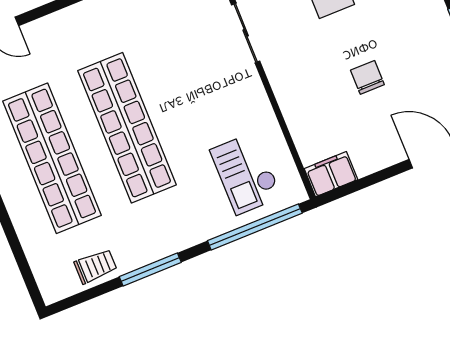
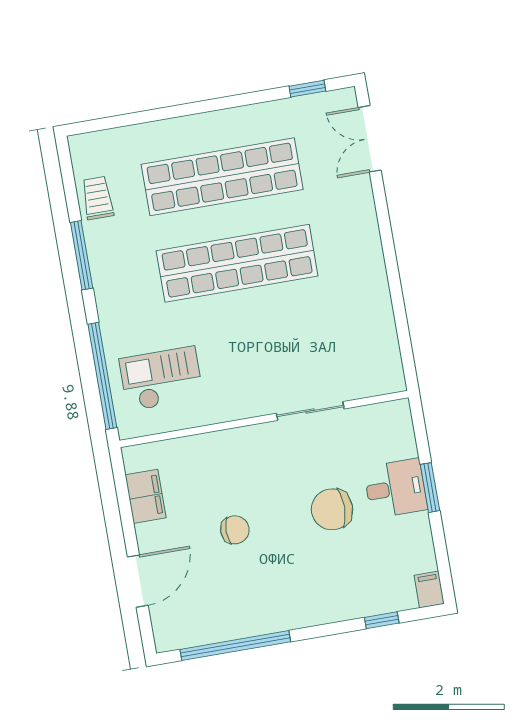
filing cabinet: (331, 174) -> (146, 496), moved
trolley: (96, 266) -> (98, 198), turned 180

